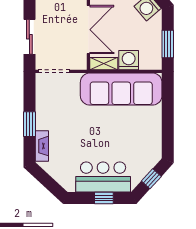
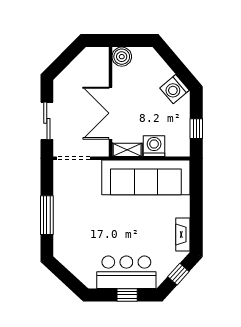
double door: (88, 30) -> (110, 113), swing flipped
window: (168, 44) -> (196, 129), width x0.67
window: (29, 124) -> (47, 215), width x1.44
fireplace: (42, 146) -> (183, 235), moved, turned 180

